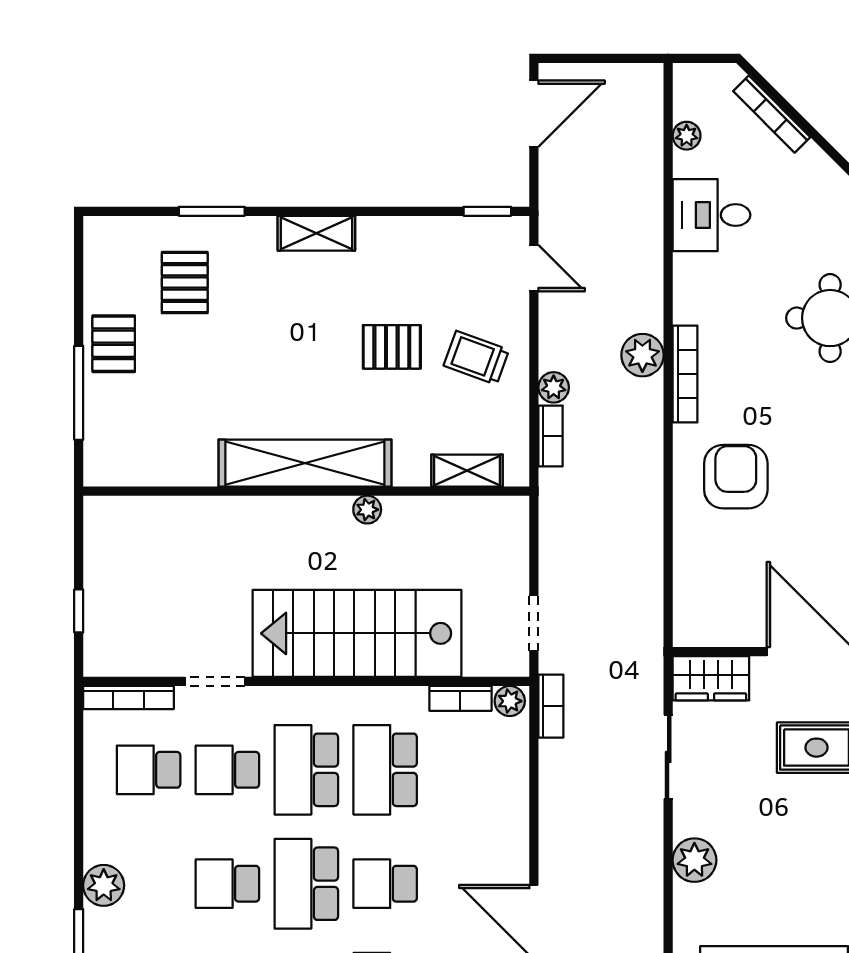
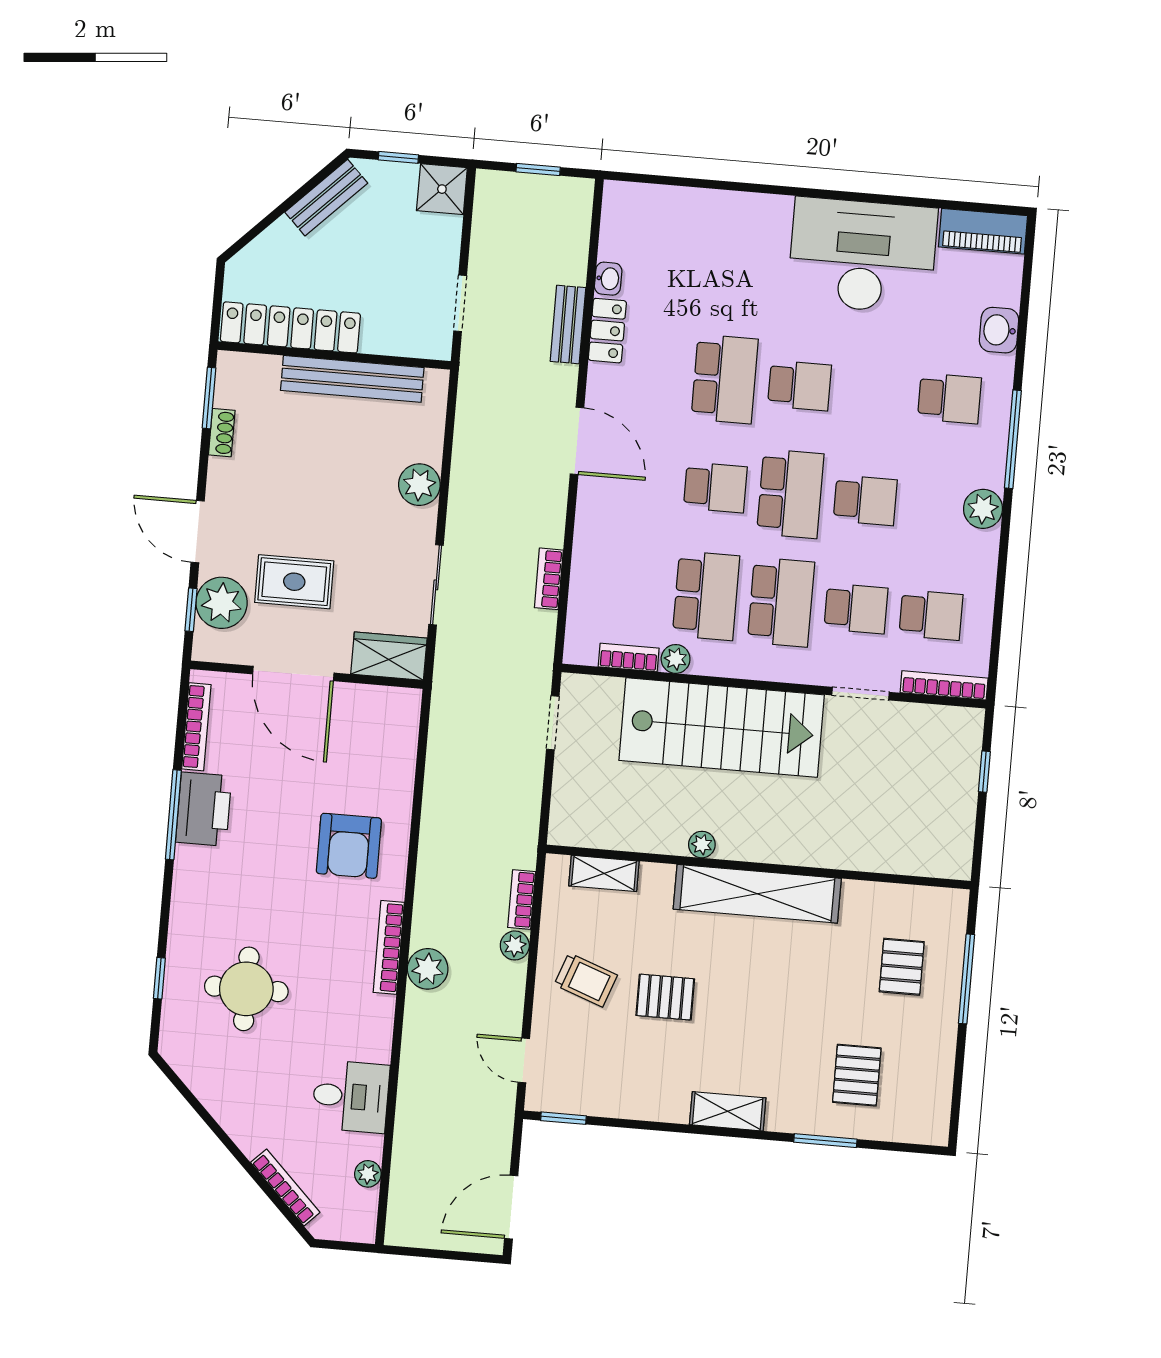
pallet: (114, 344) -> (902, 967), moved
plant: (510, 701) -> (676, 659), moved
bookcase: (551, 706) -> (549, 579), moved

